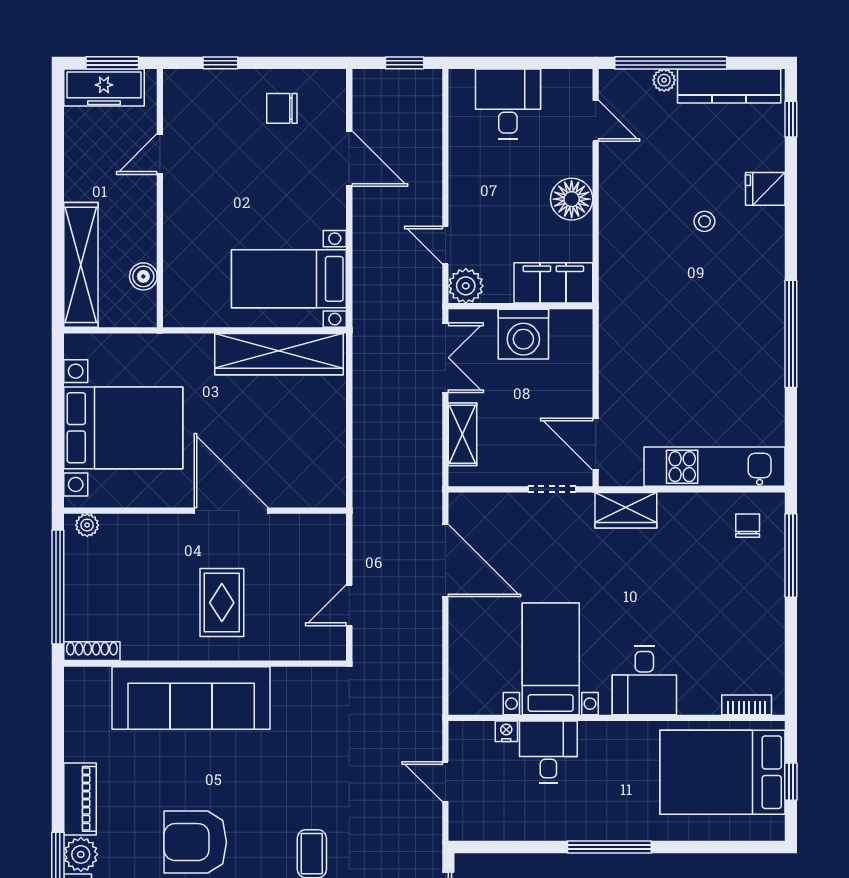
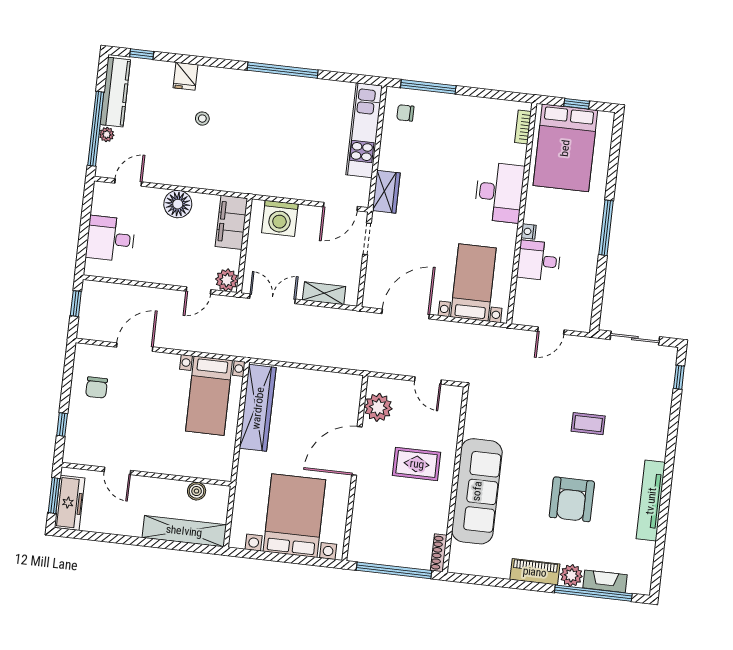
washing machine: (523, 334) -> (280, 218), moved, turned 90
plant: (87, 525) -> (378, 407), moved, width x1.88, depth x1.88
bed with nightstands: (551, 659) -> (473, 282), moved, turned 90
desk: (644, 680) -> (499, 192), width x1.37
nightstand: (506, 731) -> (529, 232), moved

